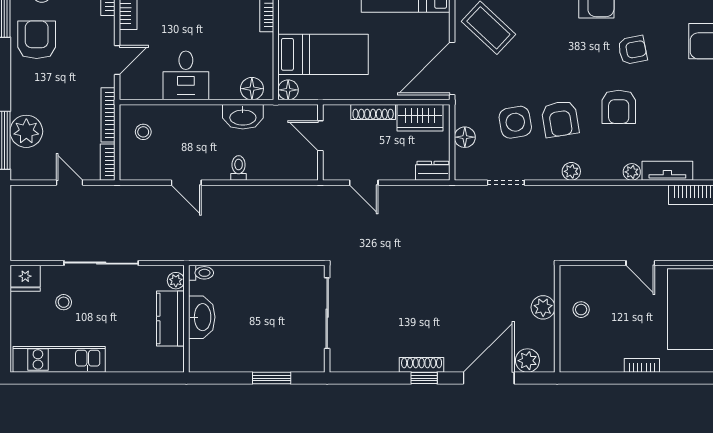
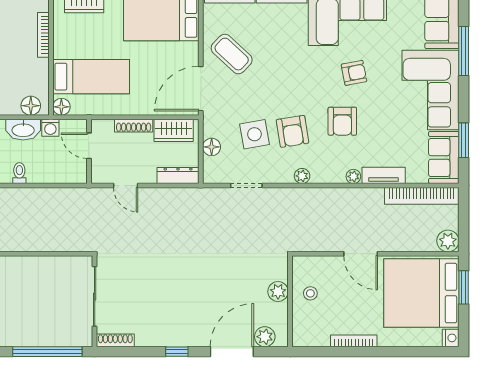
washing machine: (275, 115) -> (50, 128), added
dresser: (433, 171) -> (178, 175), width x1.44
door: (640, 263) -> (361, 254), width x1.38
shoe rack: (422, 365) -> (115, 340), moved
bookcase: (642, 365) -> (354, 341), width x1.56
window: (272, 378) -> (47, 352), width x2.11

